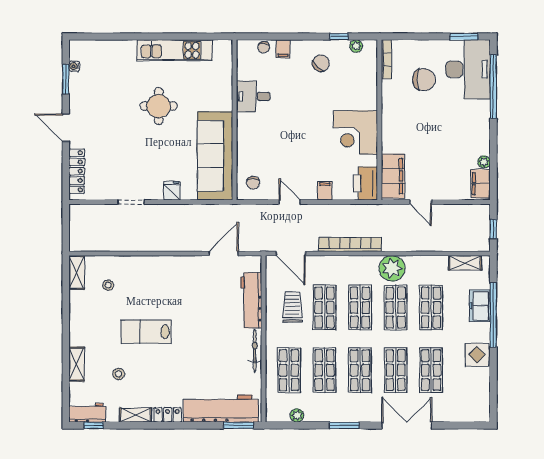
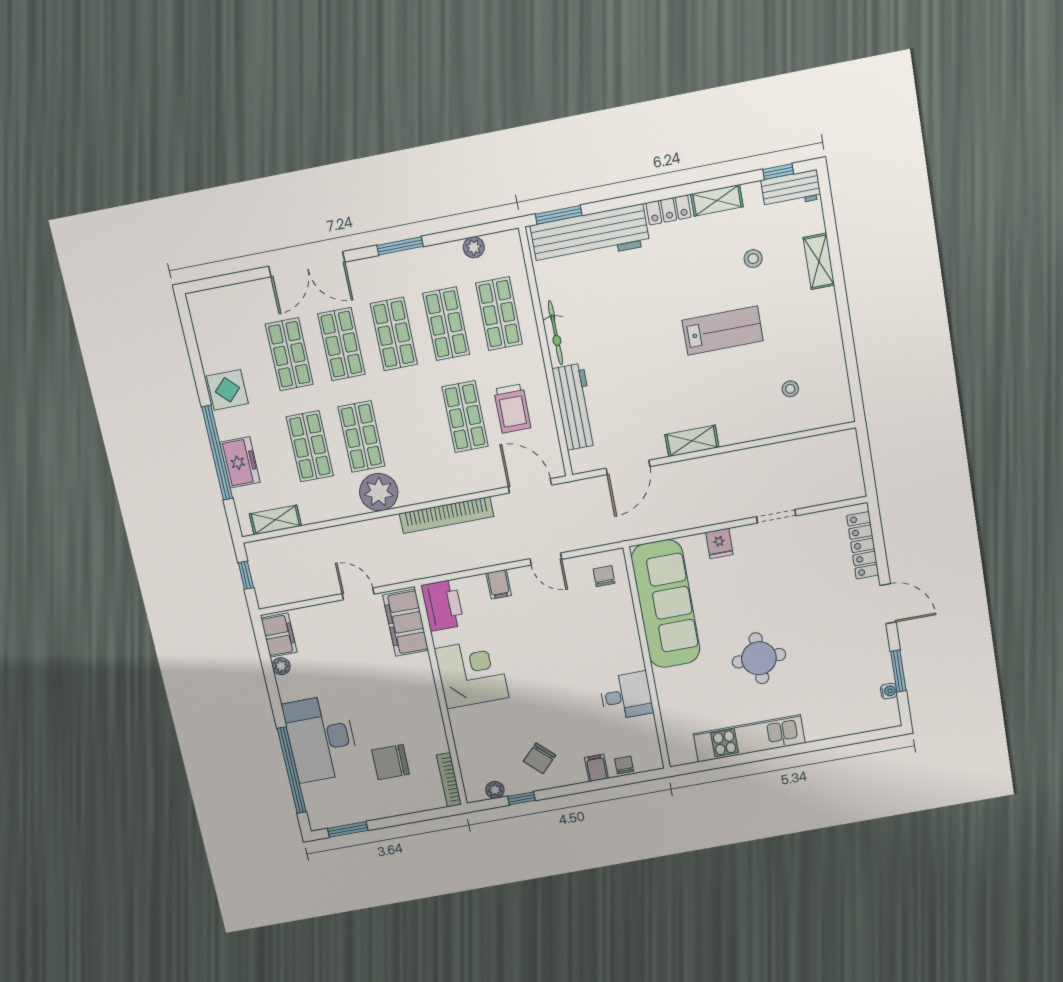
desk: (468, 69) -> (321, 738), moved
shelving: (77, 272) -> (692, 441), moved, turned 90
shop shelf: (360, 308) -> (413, 427), removed

